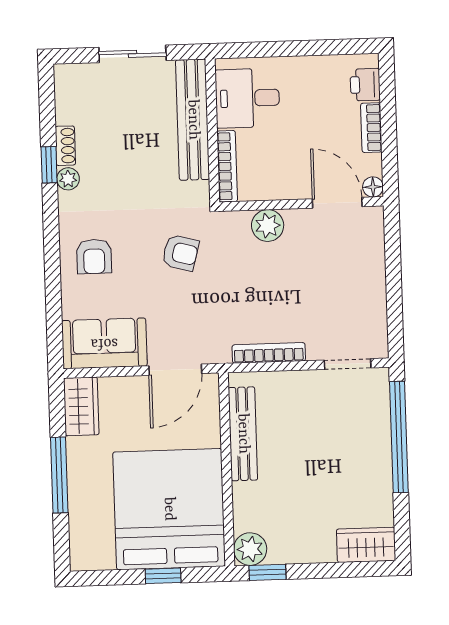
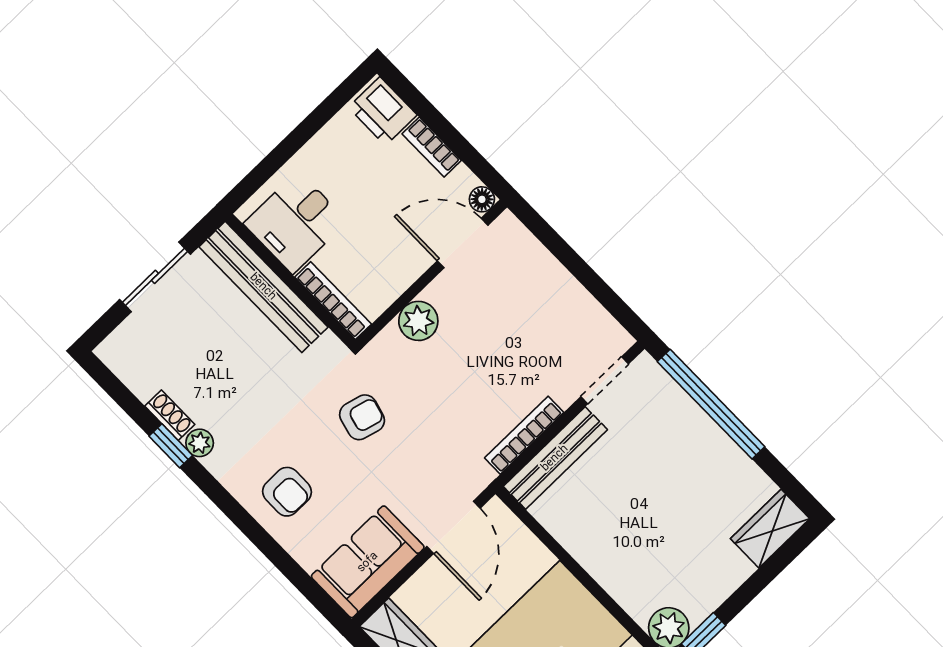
printer: (365, 85) -> (383, 111), width x1.36, depth x1.24
bench: (243, 434) -> (555, 458), moved, turned 90

